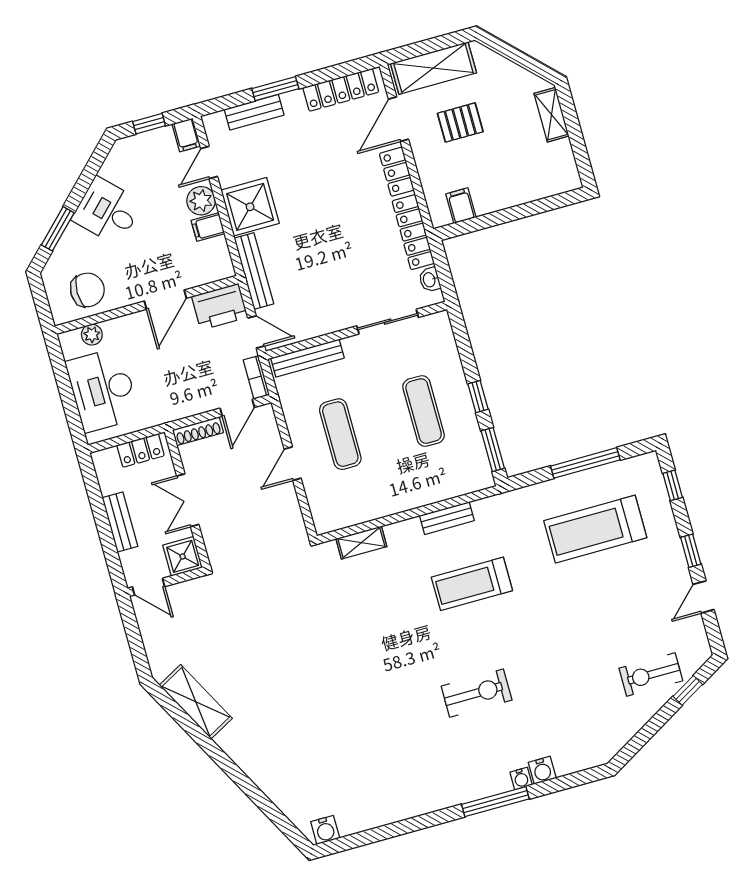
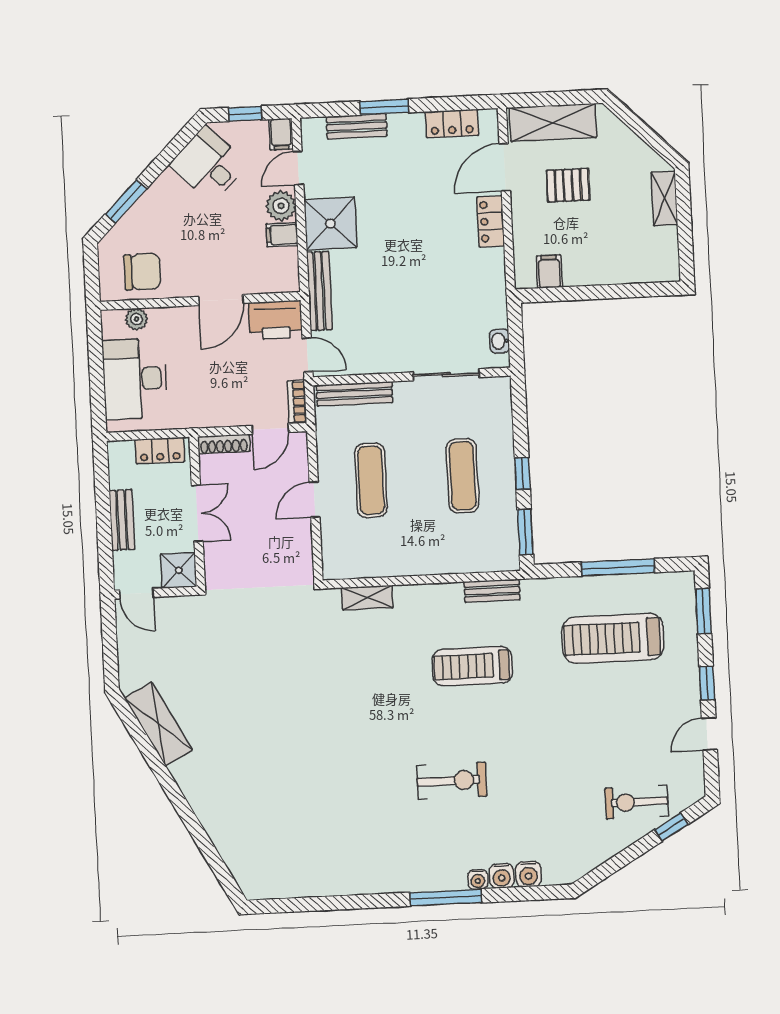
locker: (341, 90) -> (452, 123), width x0.66
desk: (107, 211) -> (209, 164), moved
locker: (413, 232) -> (494, 288), removed
window: (673, 485) -> (703, 611), width x1.50
double door: (188, 500) -> (197, 513), swing flipped
bench: (447, 518) -> (492, 591), moved
water cooler: (325, 830) -> (529, 874), moved

